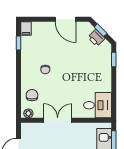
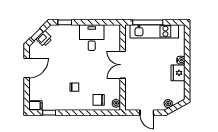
desk: (97, 105) -> (92, 38), moved
double door: (58, 120) -> (123, 65), moved

